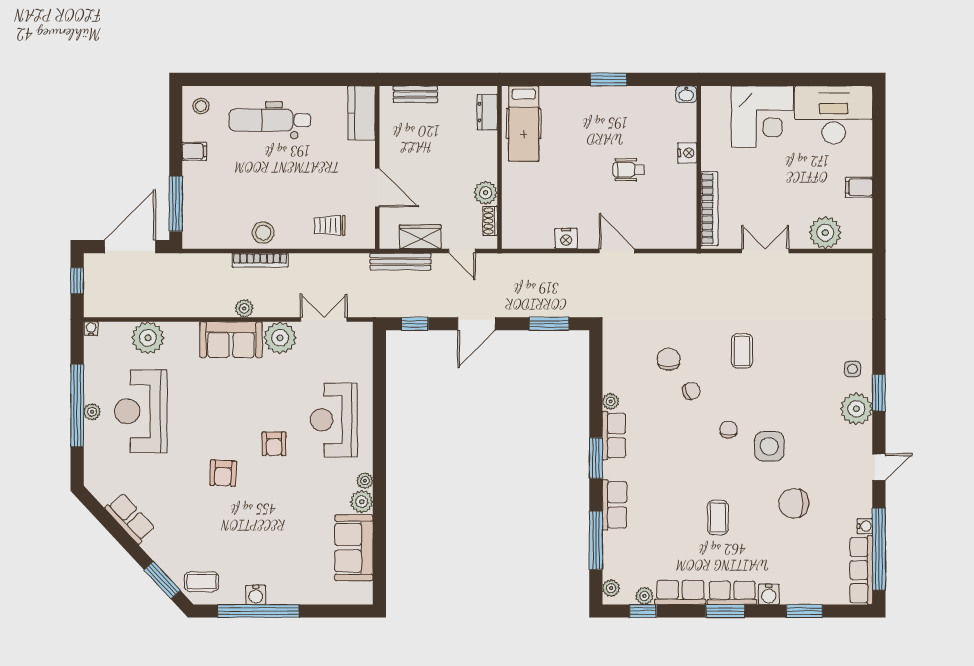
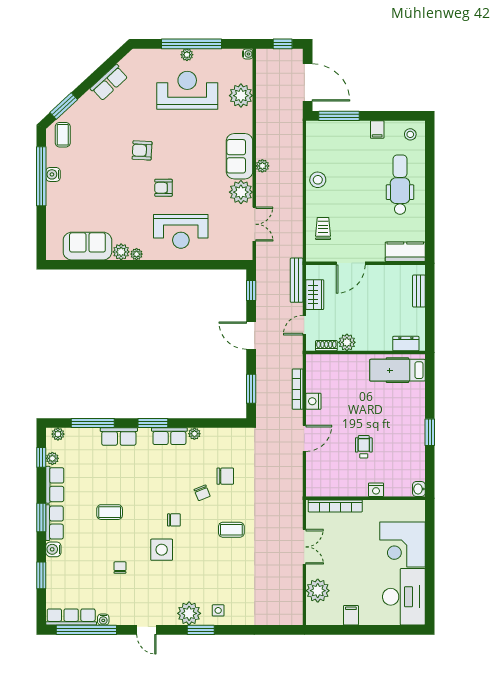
bookcase: (260, 260) -> (298, 389), moved
reception desk: (334, 420) -> (181, 231), turned 180
chair: (794, 503) -> (120, 568), width x0.54, depth x0.54

